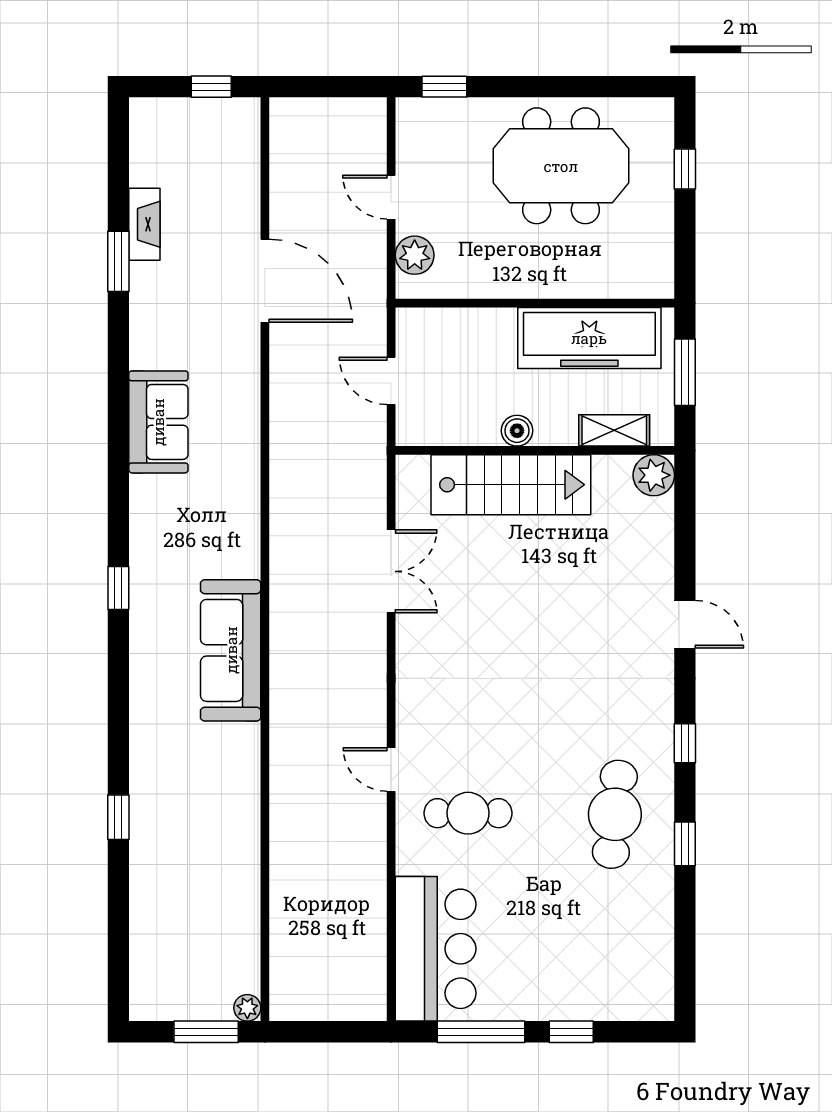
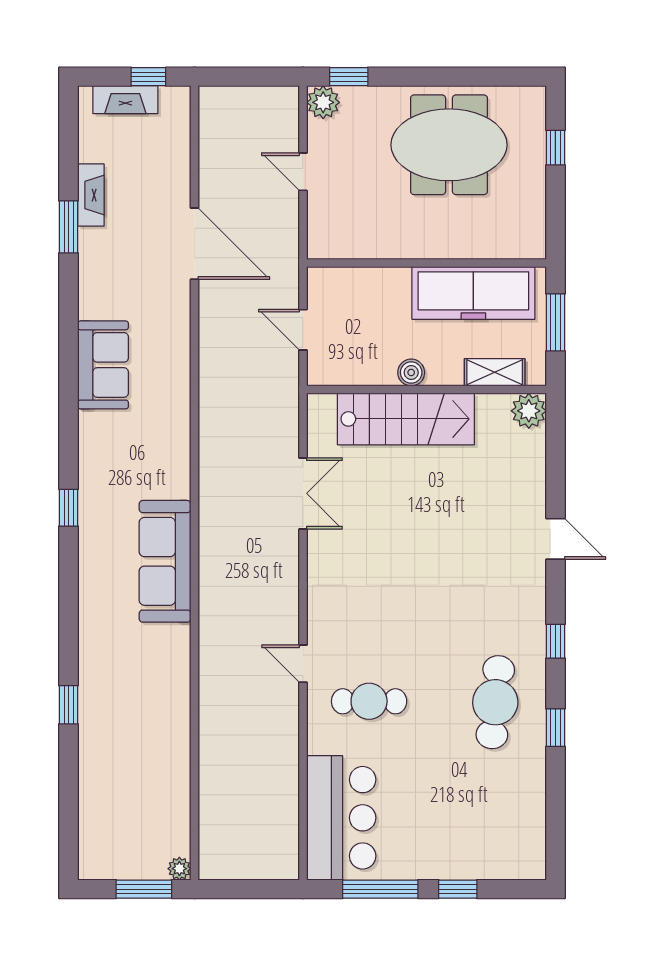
fireplace: (185, 113) -> (125, 100), added
plant: (415, 255) -> (323, 102), moved

